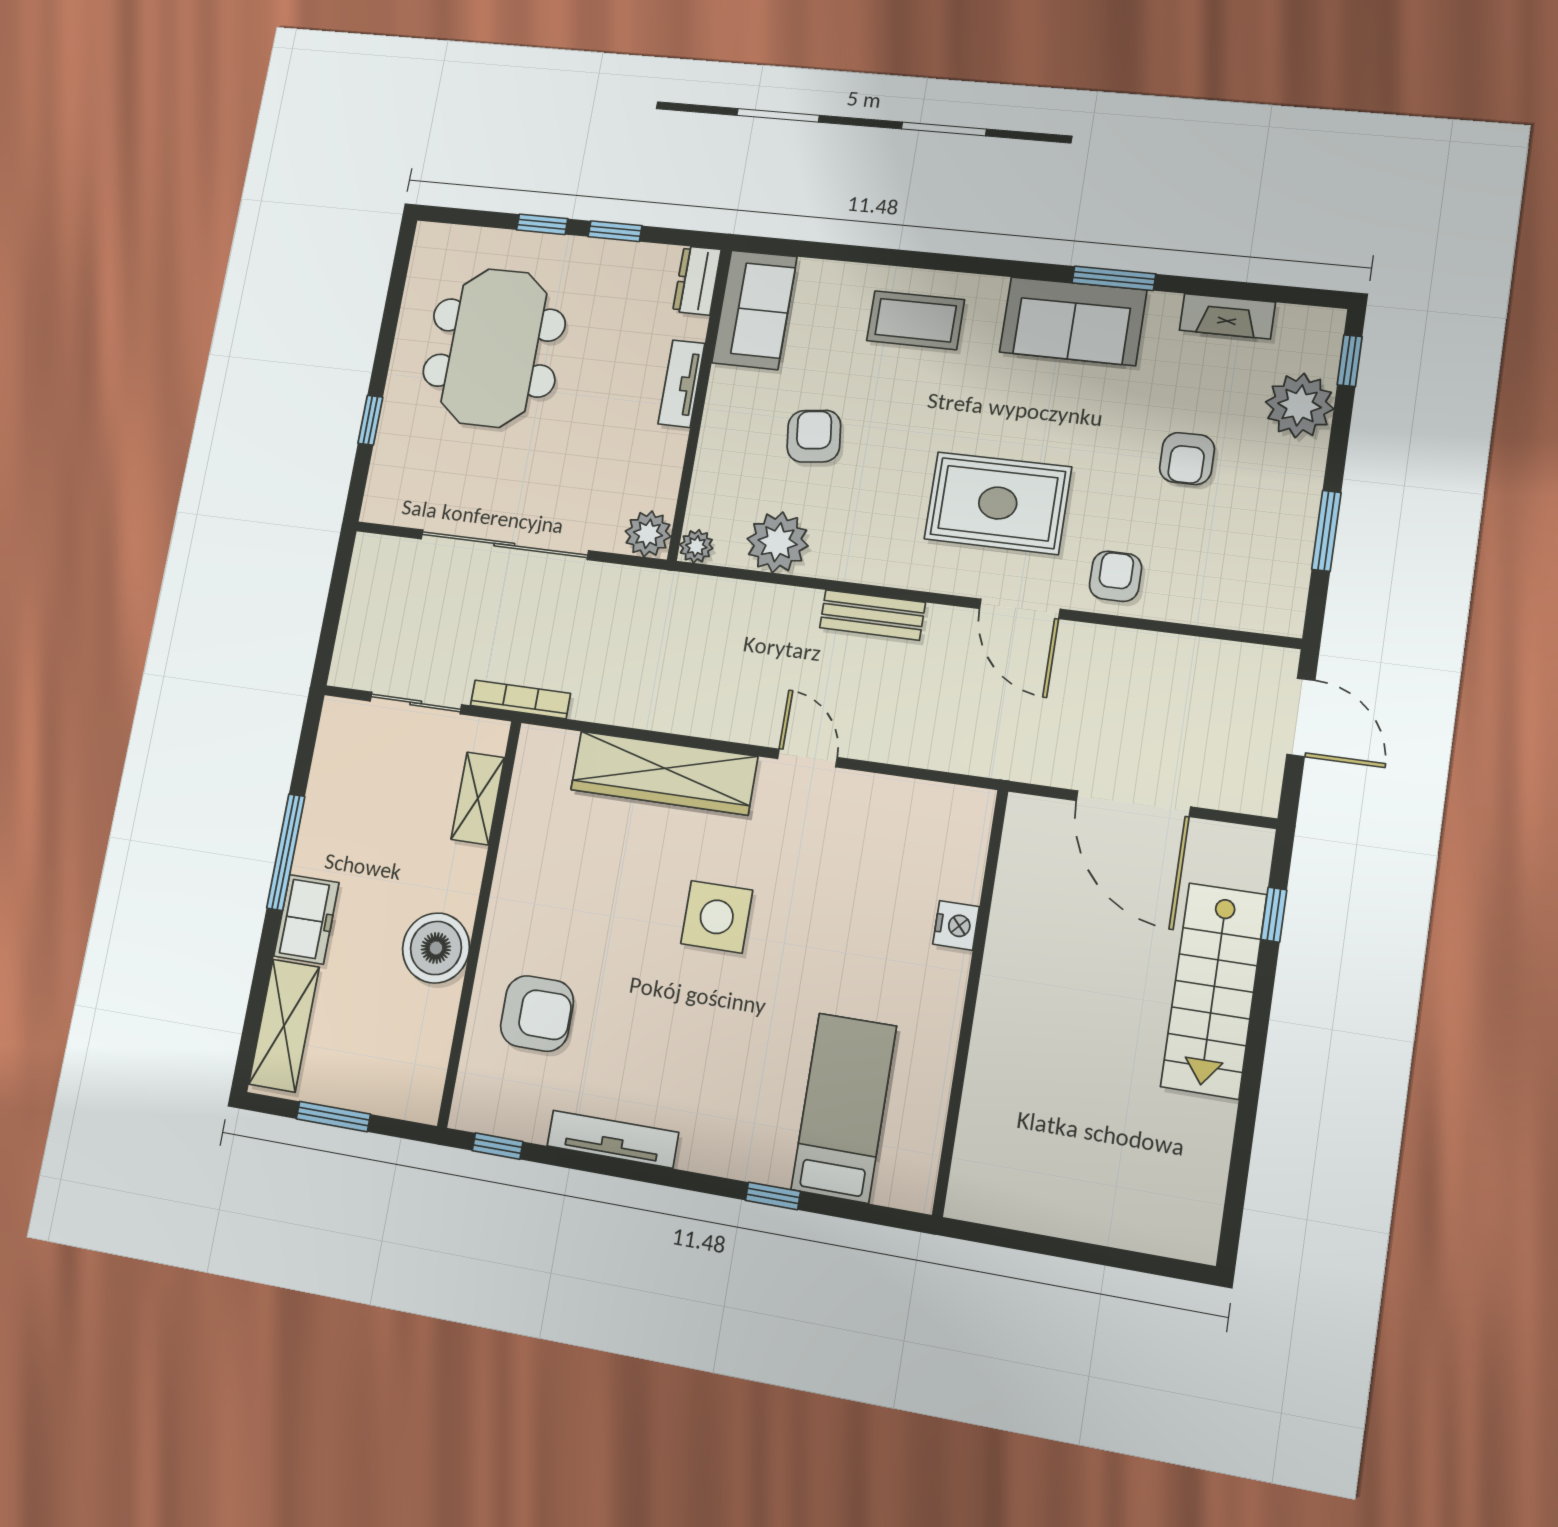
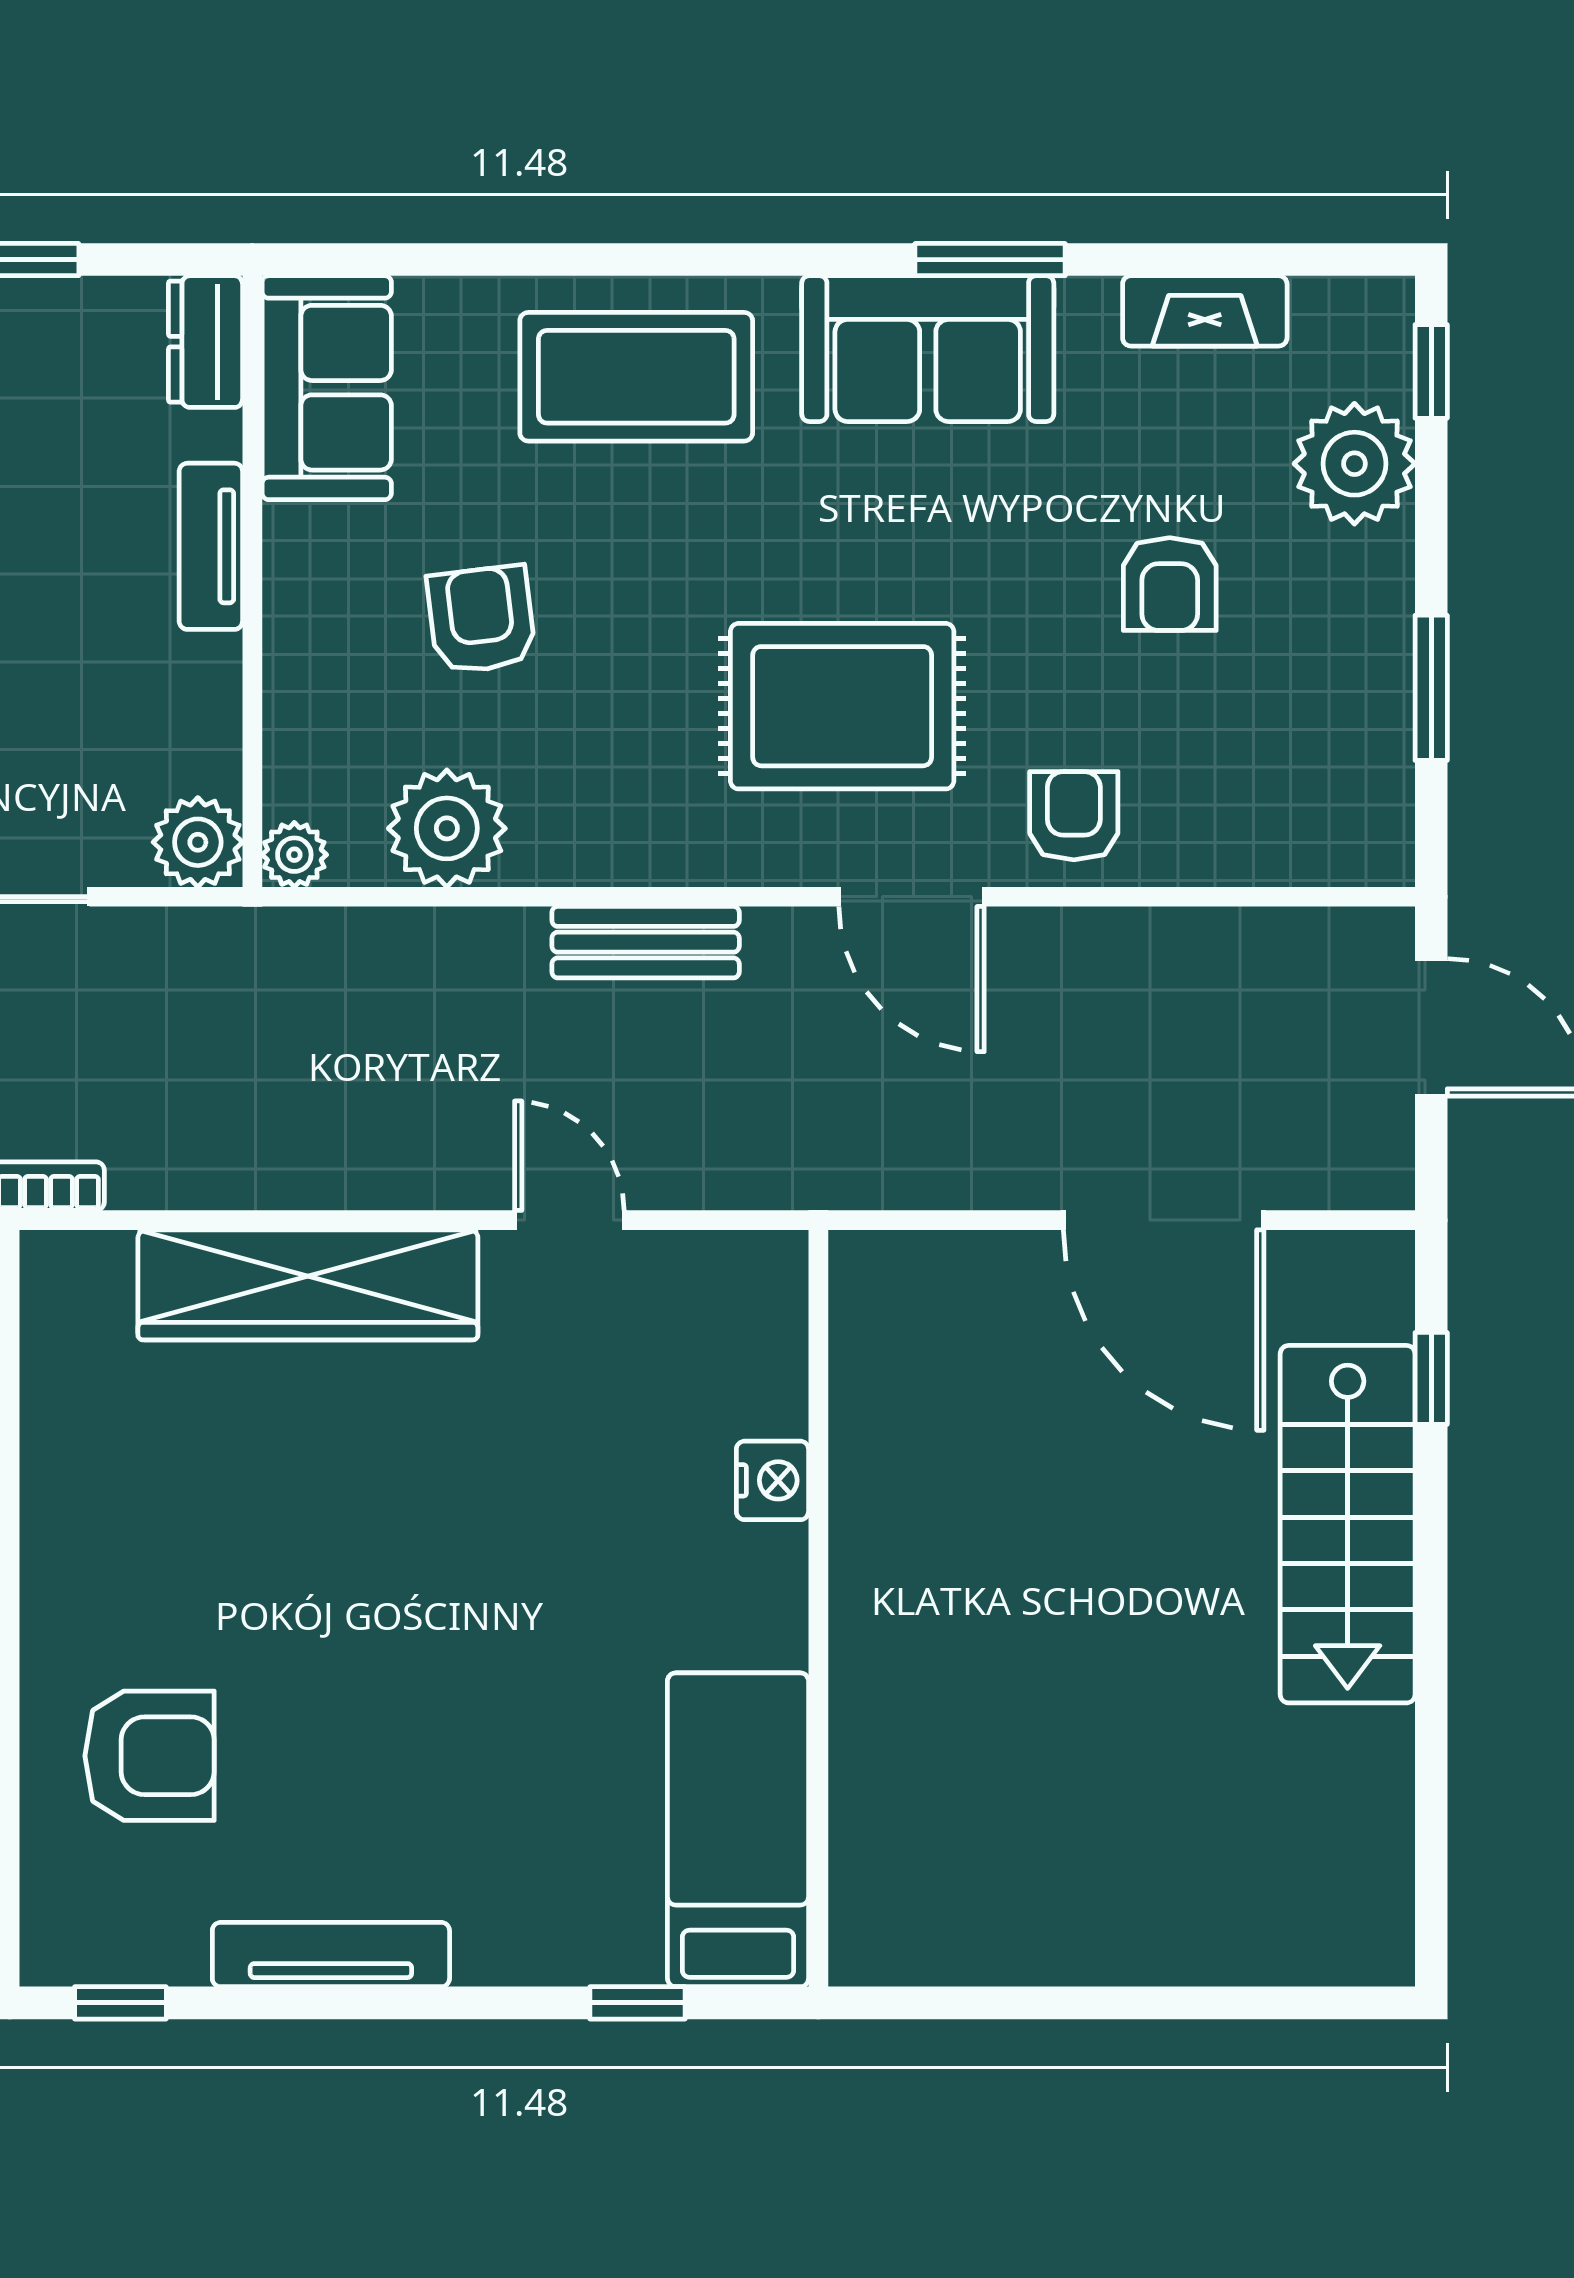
coffee table: (916, 320) -> (636, 377), width x1.36, depth x1.32
side table: (717, 917) -> (452, 1531), removed
nightstand: (956, 925) -> (772, 1480), moved
wall: (970, 1001) -> (818, 1608), moved

